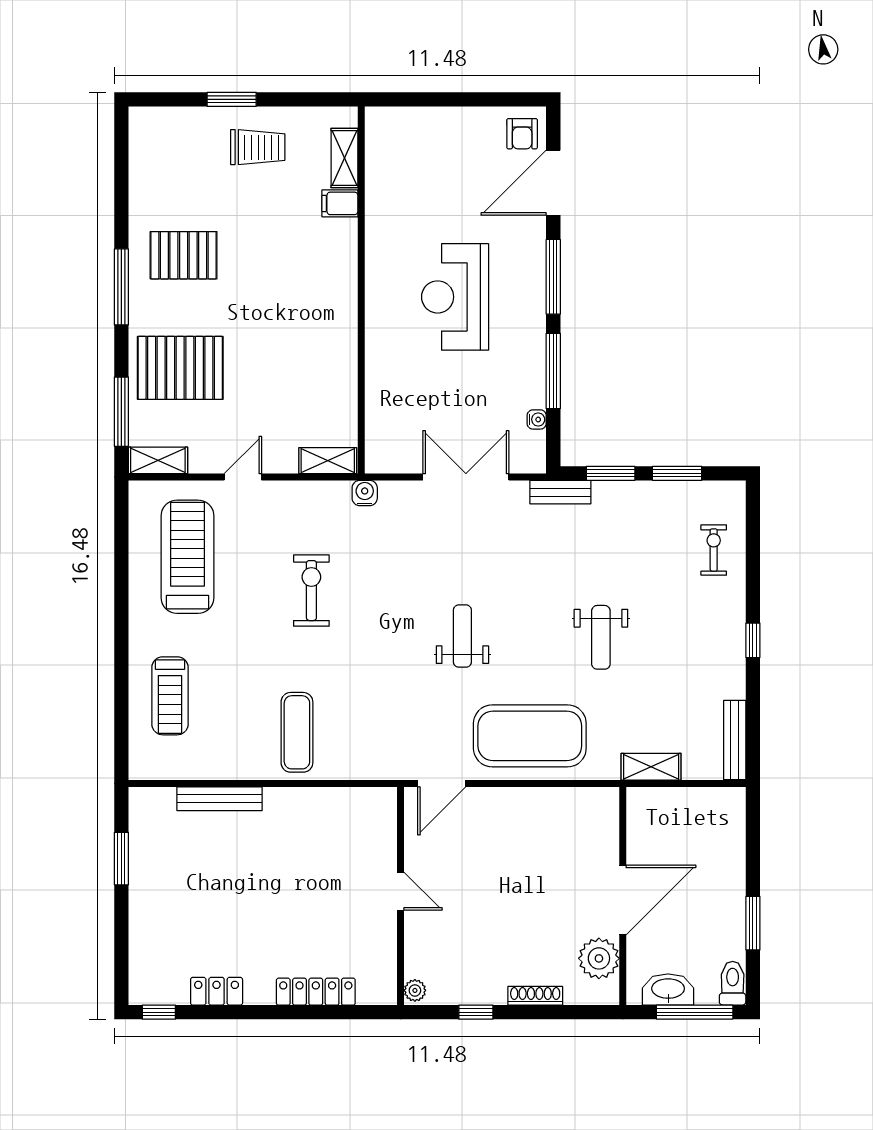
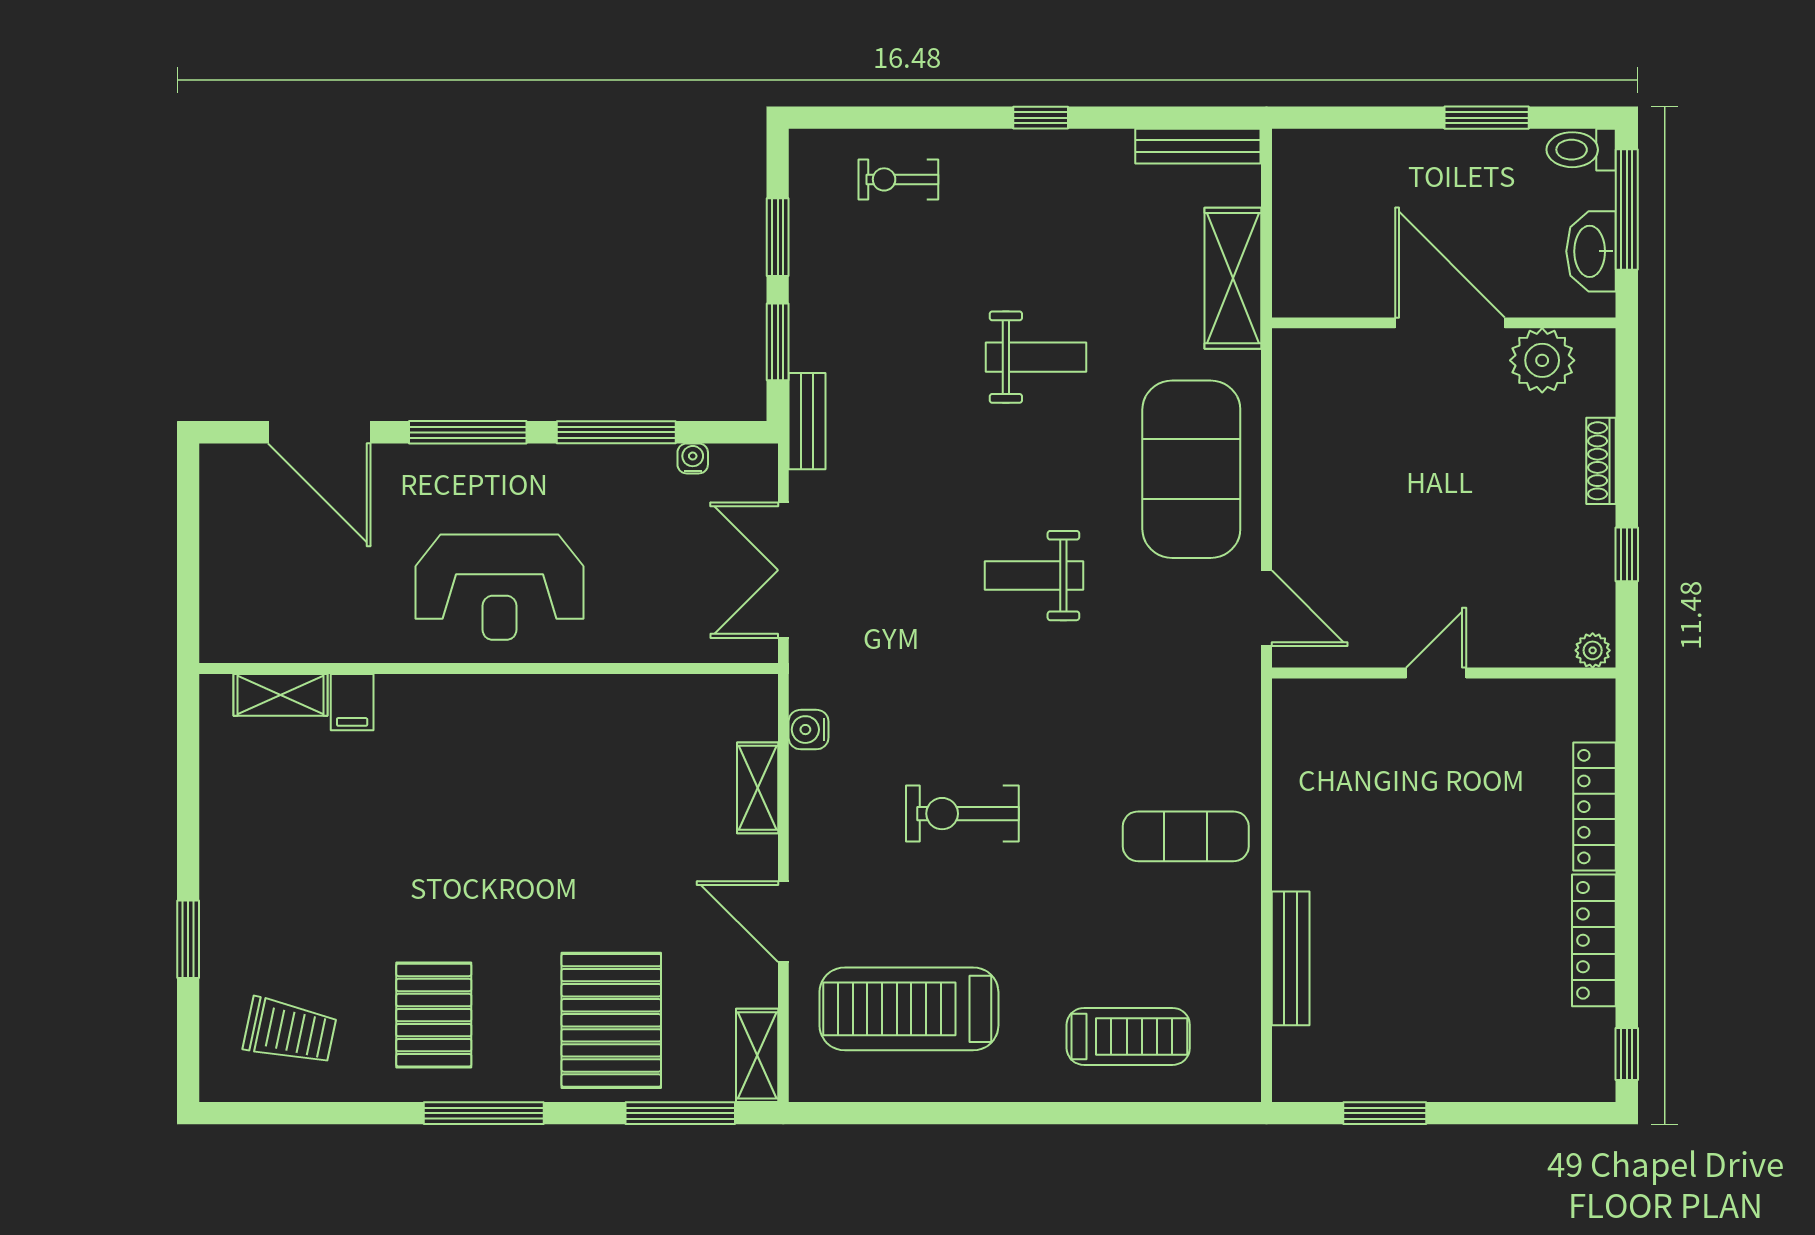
armchair: (522, 134) -> (242, 481), removed
trolley: (258, 147) -> (290, 1031), moved, turned 102
shelving: (344, 158) -> (281, 695), moved
filing cabinet: (340, 203) -> (352, 702), moved
wall: (361, 290) -> (489, 669), moved
door: (243, 477) -> (783, 922), width x1.38
shelving: (651, 767) -> (1233, 278), width x1.50, depth x1.33
locker: (217, 991) -> (1594, 940), width x1.53

